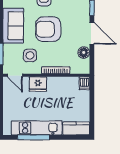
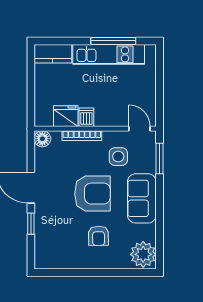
floor lamp: (84, 53) -> (42, 139), moved
dishwasher: (84, 83) -> (86, 117), moved
fridge: (38, 84) -> (66, 116), moved

